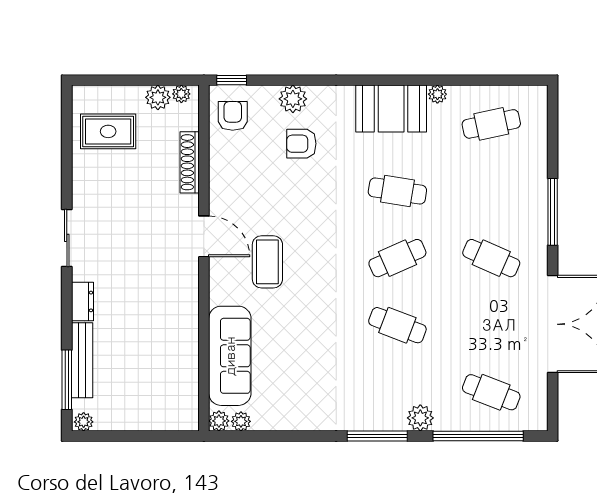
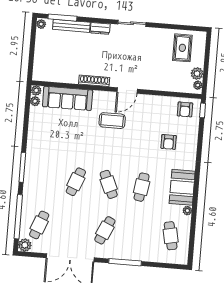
plant: (293, 99) -> (191, 140), removed
armchair: (233, 116) -> (185, 109), turned 90
armchair: (301, 144) -> (169, 142), turned 180
shoe rack: (190, 162) -> (94, 81), moved
plant: (420, 418) -> (25, 245), moved

